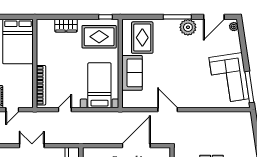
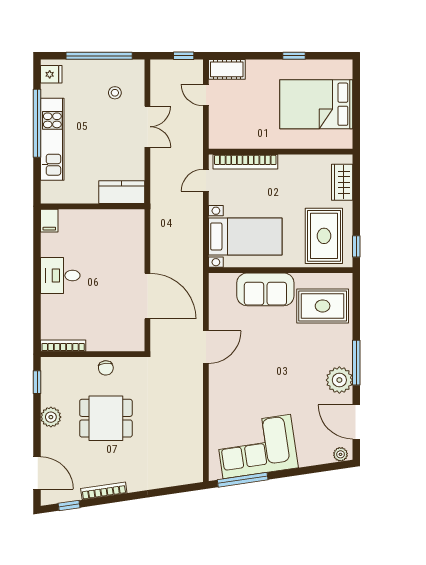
wall: (35, 63) -> (281, 152), moved
bookcase: (41, 85) -> (245, 162), moved
door: (65, 110) -> (206, 180), swing flipped

